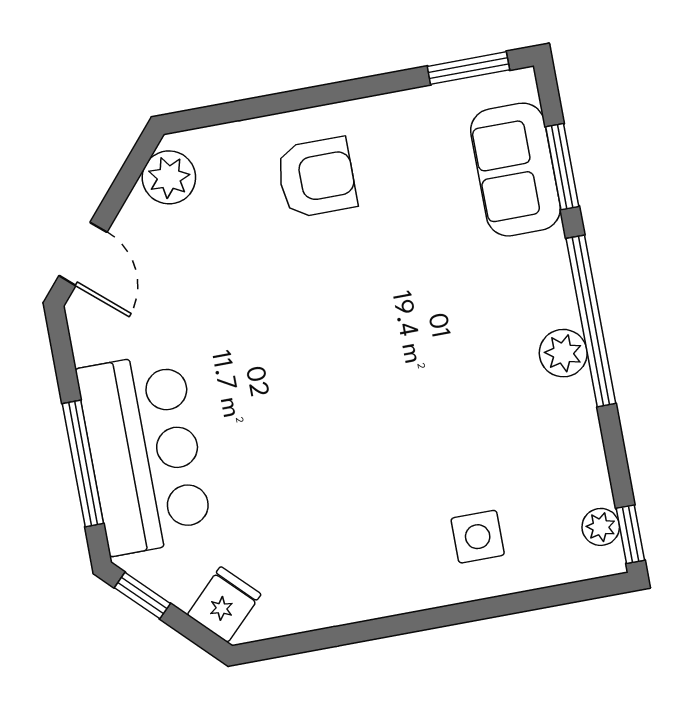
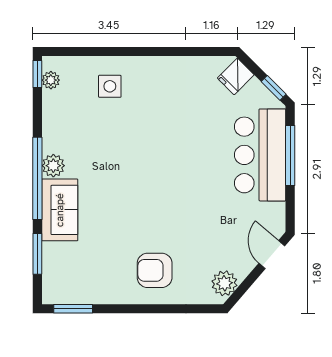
sofa: (515, 170) -> (60, 210), moved

